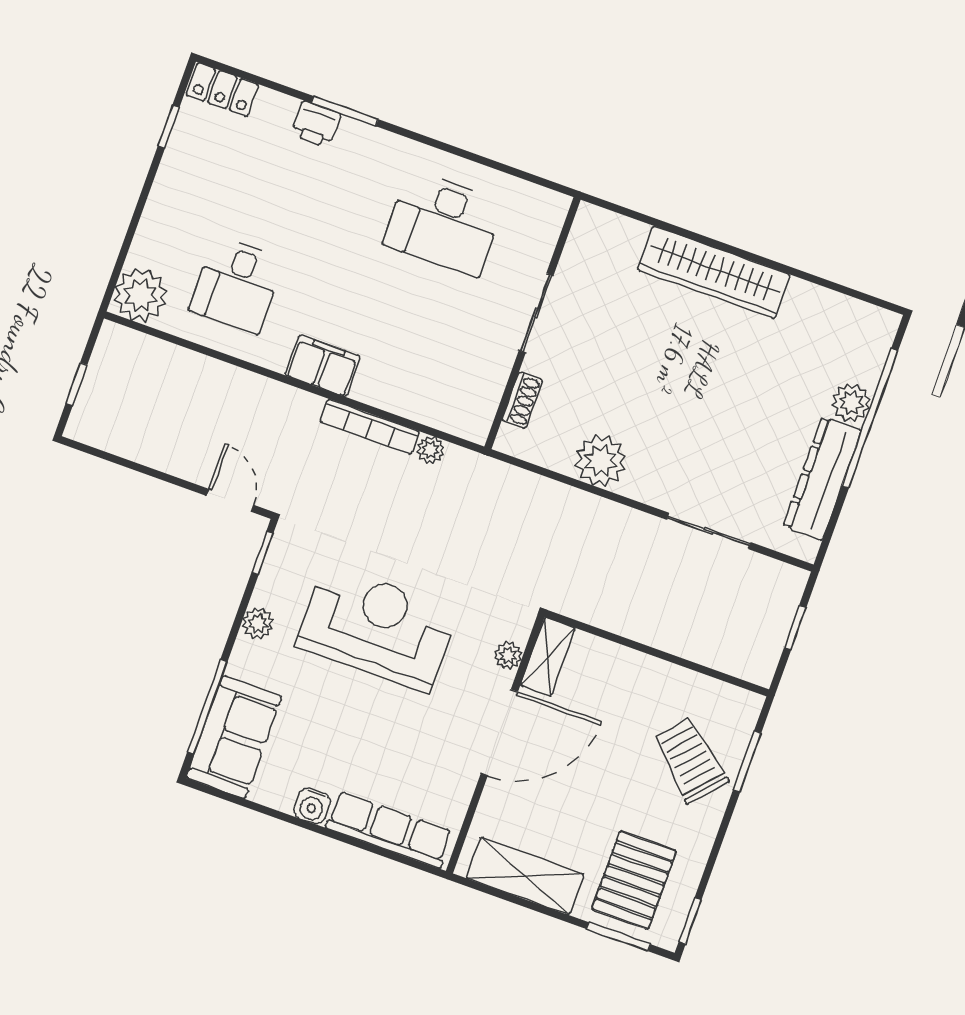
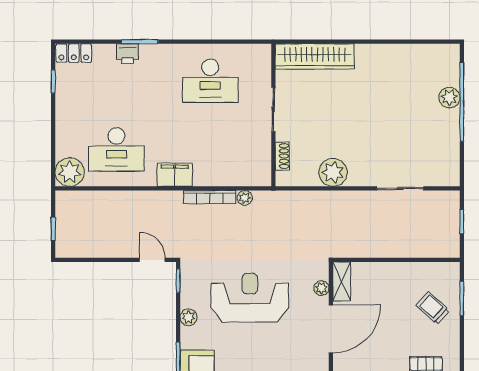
wardrobe: (714, 272) -> (315, 56), moved
desk: (237, 285) -> (116, 149), width x1.37
dresser: (822, 478) -> (448, 141), removed
trolley: (691, 760) -> (433, 308), width x0.73, depth x0.72

